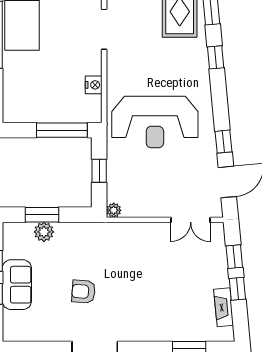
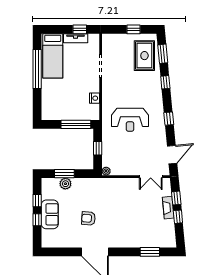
reception desk: (155, 122) -> (130, 120), width x0.74, depth x0.77
window: (224, 142) -> (169, 119), moved
fireplace: (224, 307) -> (168, 208), moved

